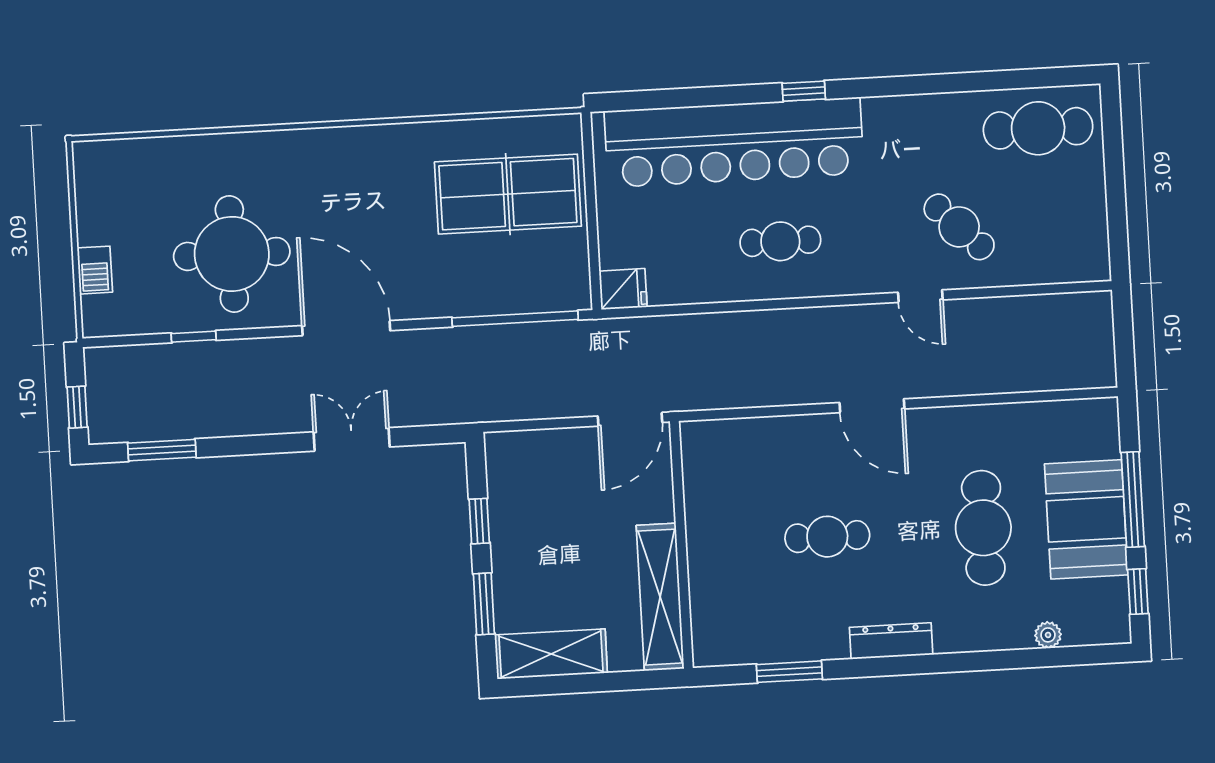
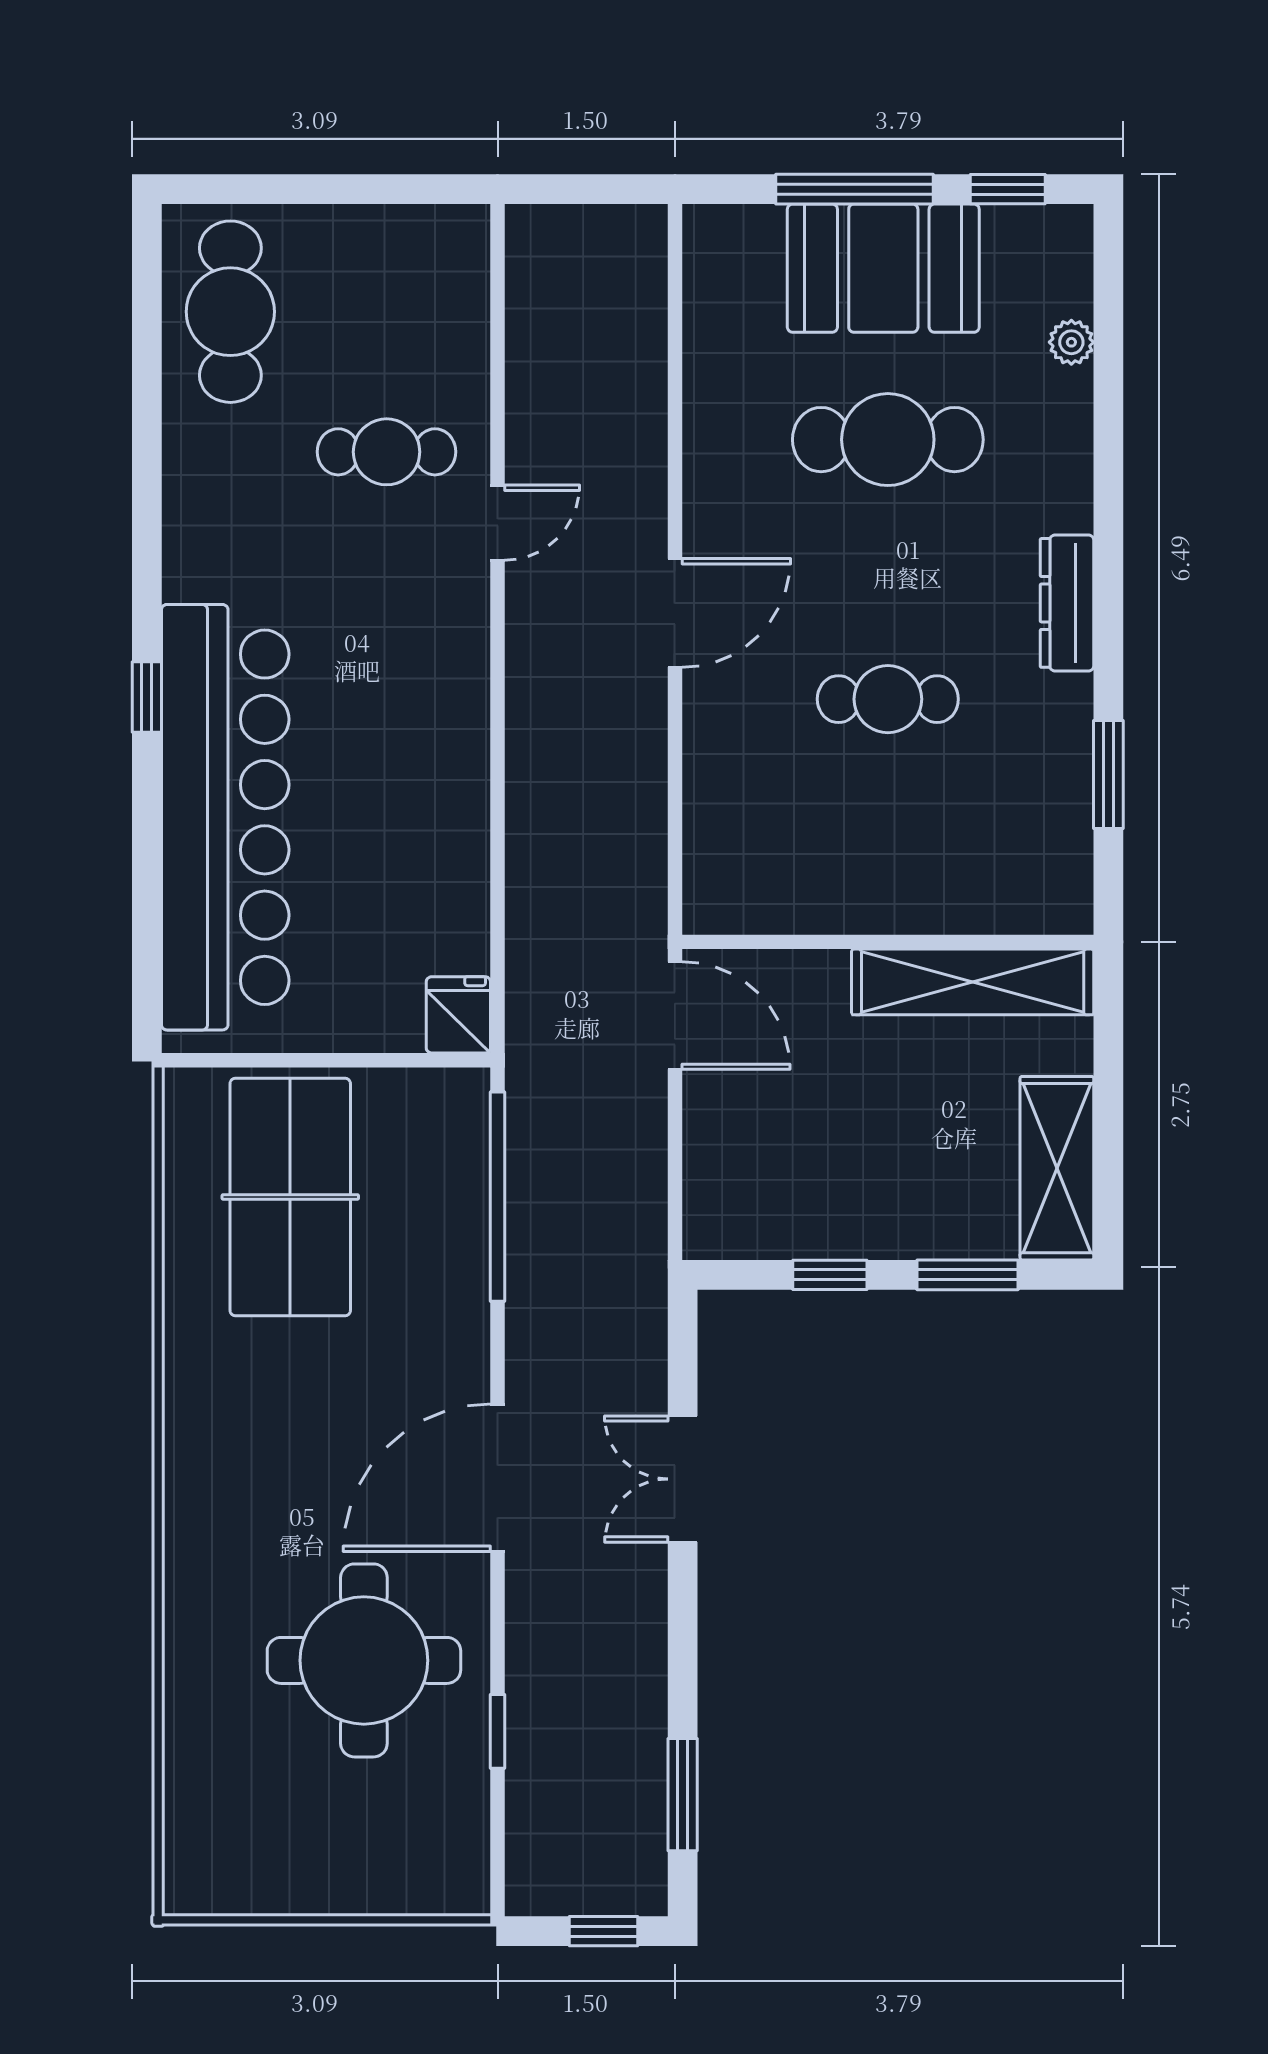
cafe table: (959, 227) -> (387, 452), turned 45
cafe table: (780, 241) -> (394, 750), removed
barbecue: (95, 270) -> (378, 1889), removed
cafe table: (827, 537) -> (888, 699), turned 90

